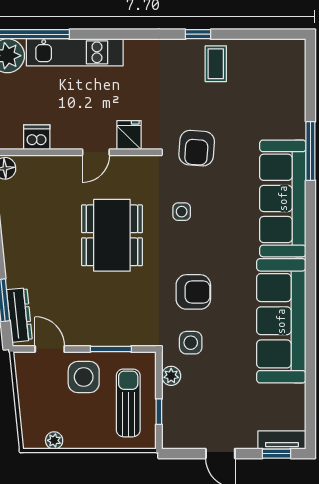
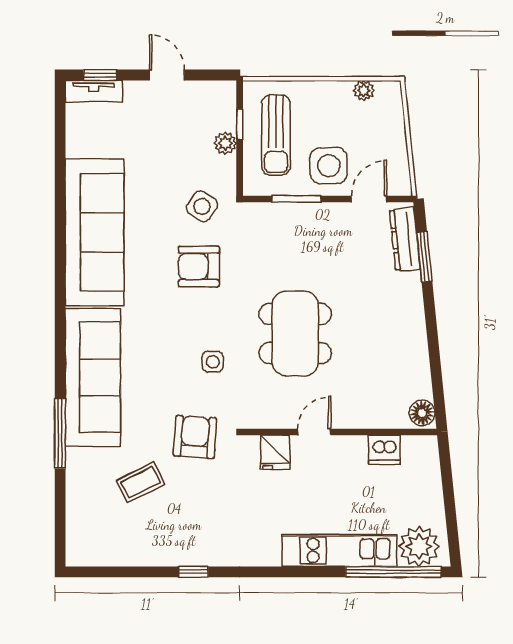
coffee table: (216, 64) -> (140, 482), moved, turned 63
side table: (191, 343) -> (202, 206), turned 35
door: (50, 349) -> (369, 199), swing flipped
plant: (171, 376) -> (225, 143), moved

